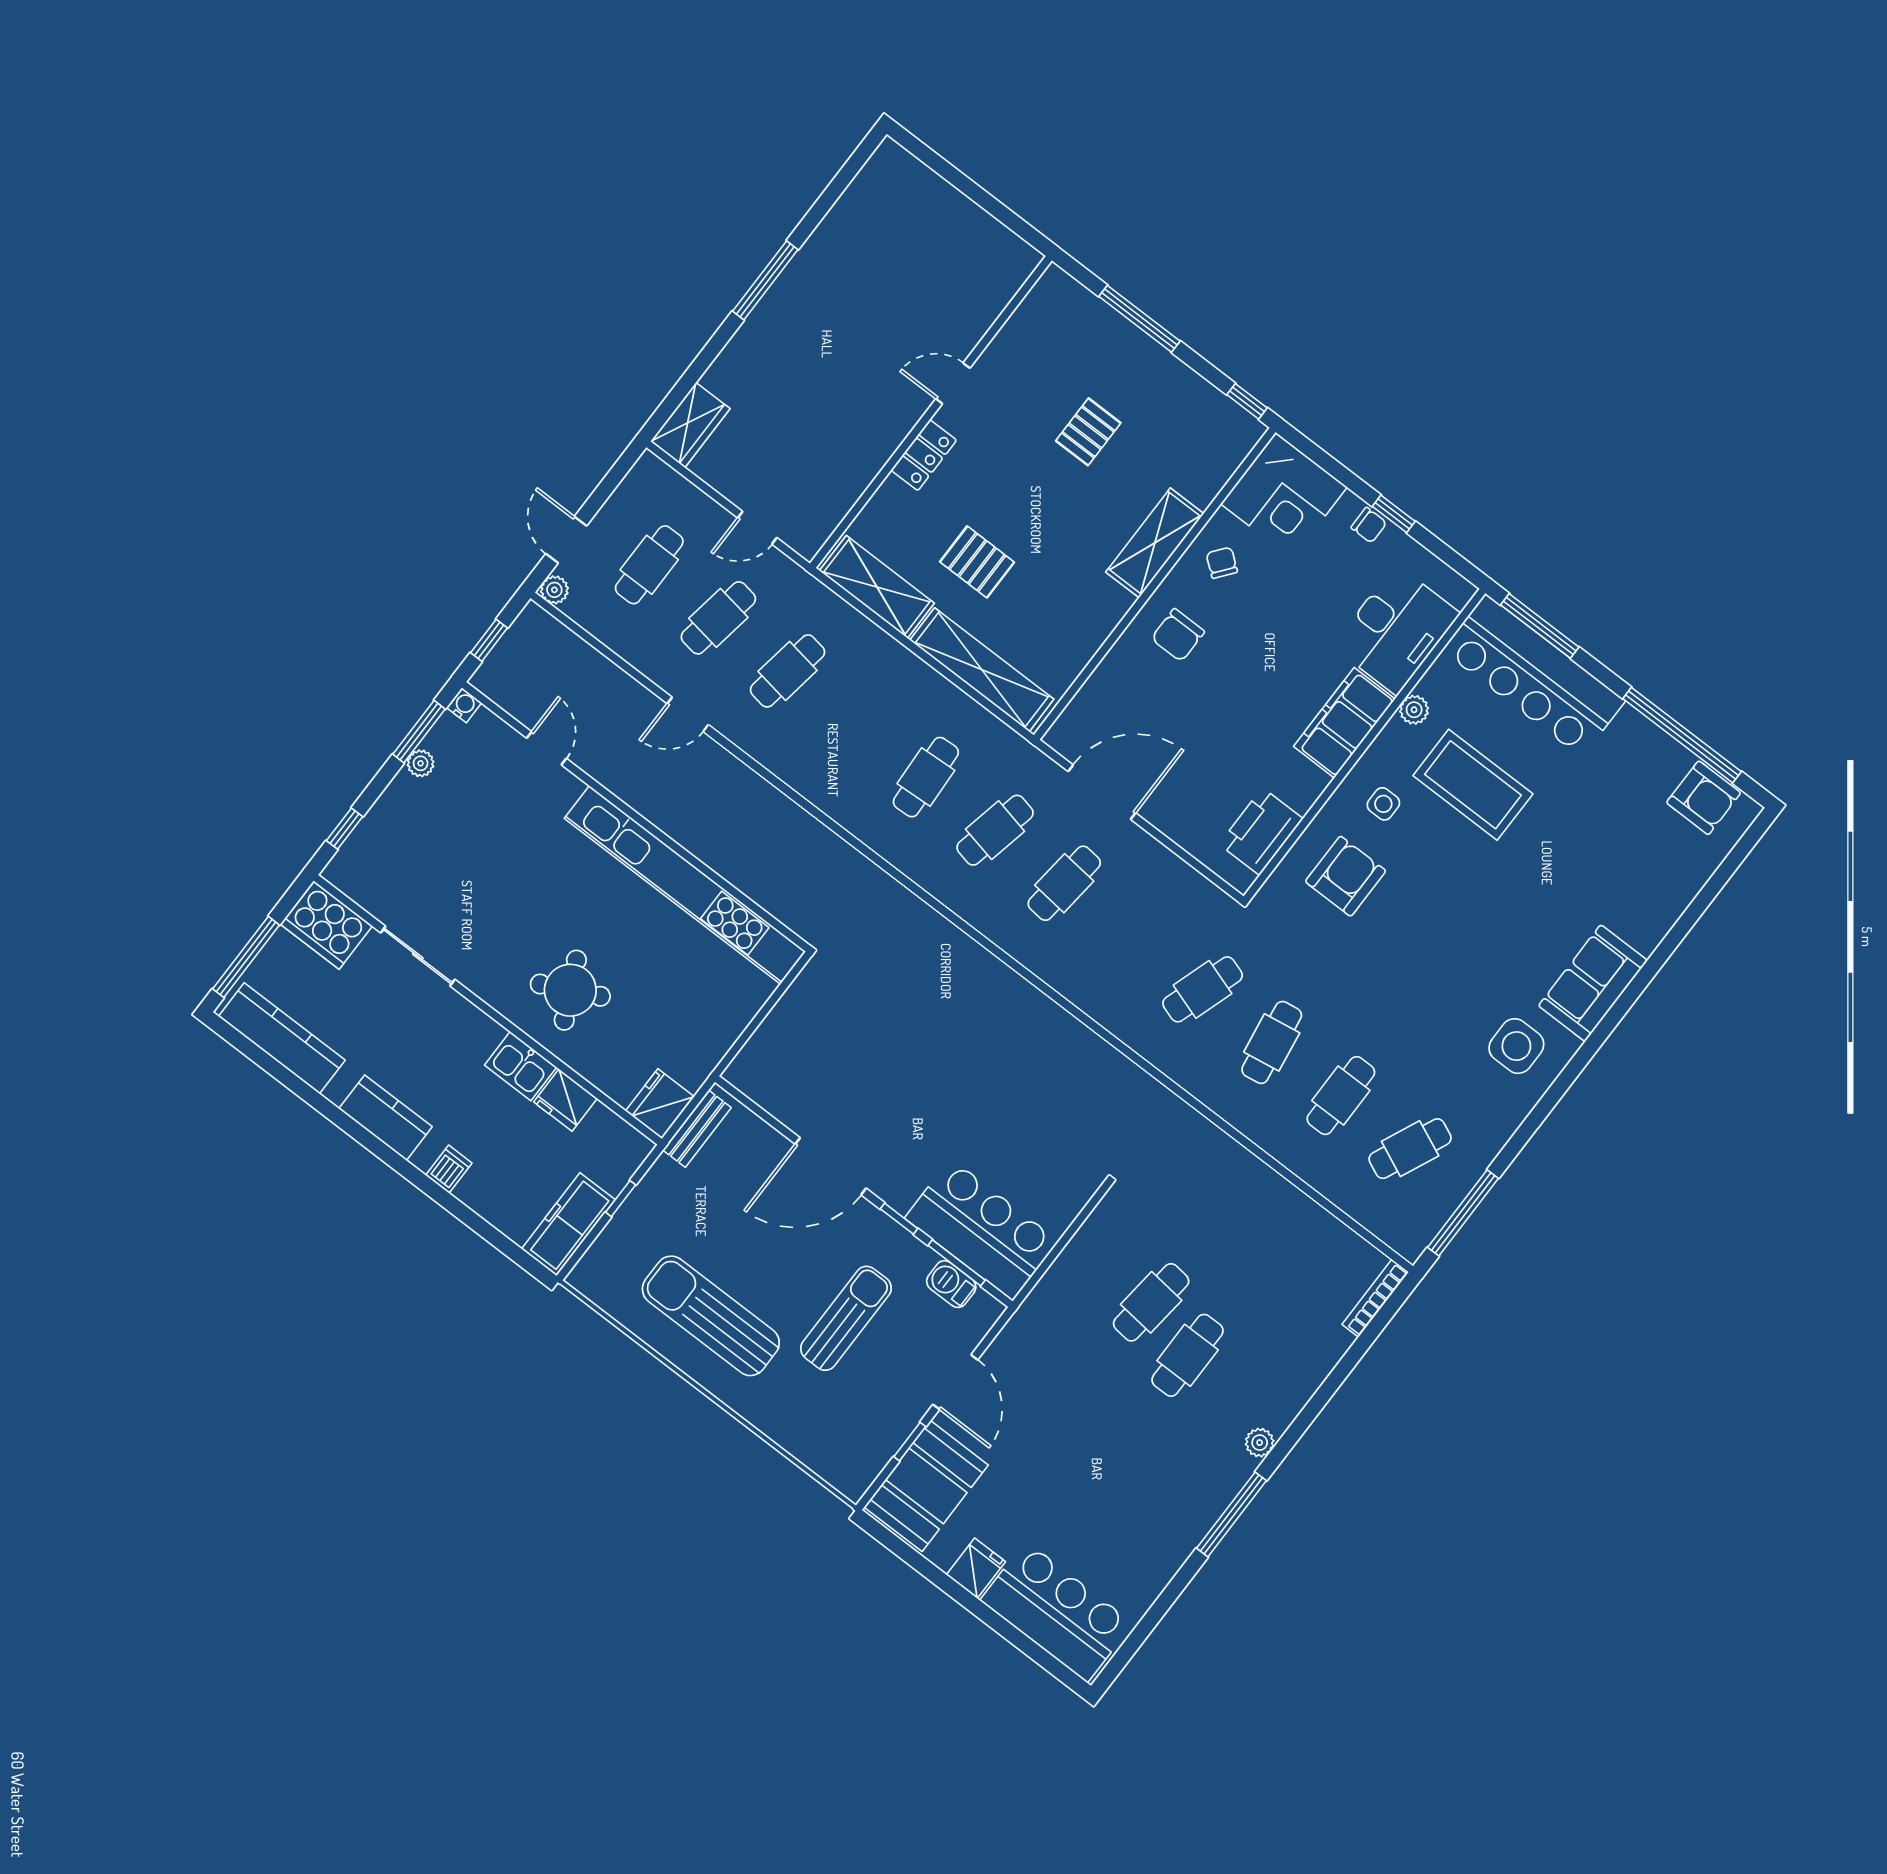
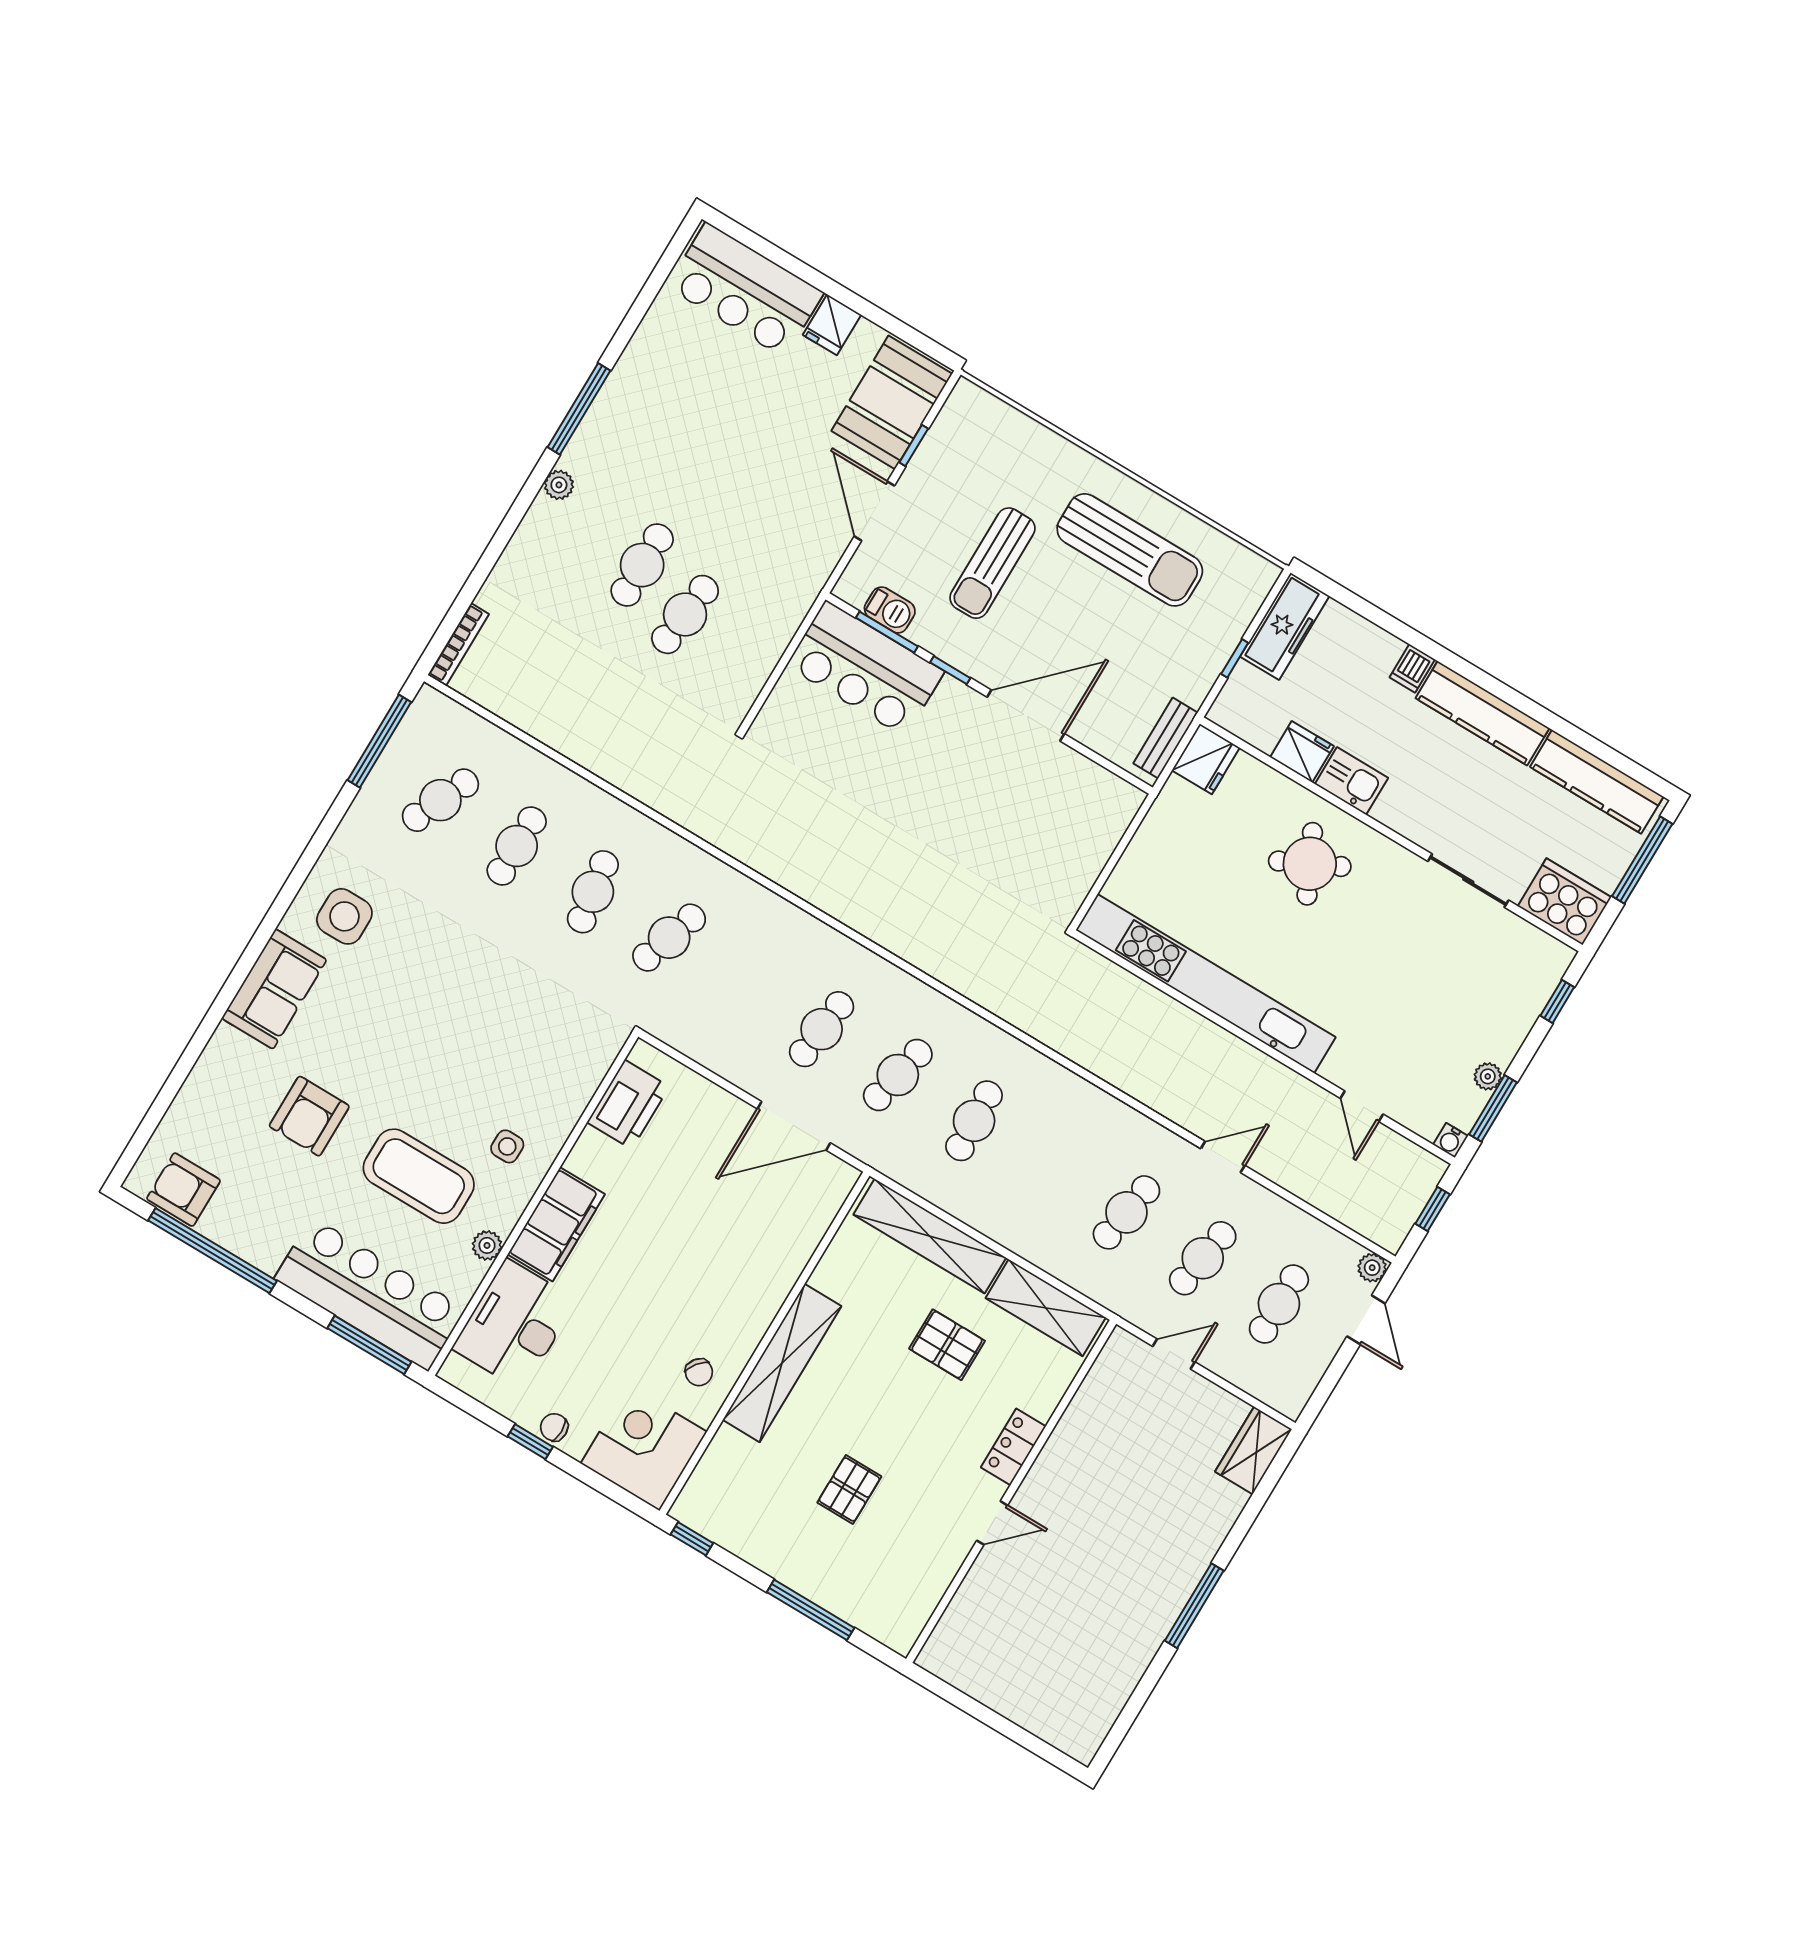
shelving: (1155, 543) -> (782, 1363), width x1.47
chair: (1178, 635) -> (735, 1294), removed
armchair: (1346, 876) -> (309, 1116), moved
kitchen counter: (385, 1118) -> (1482, 713), width x1.50

